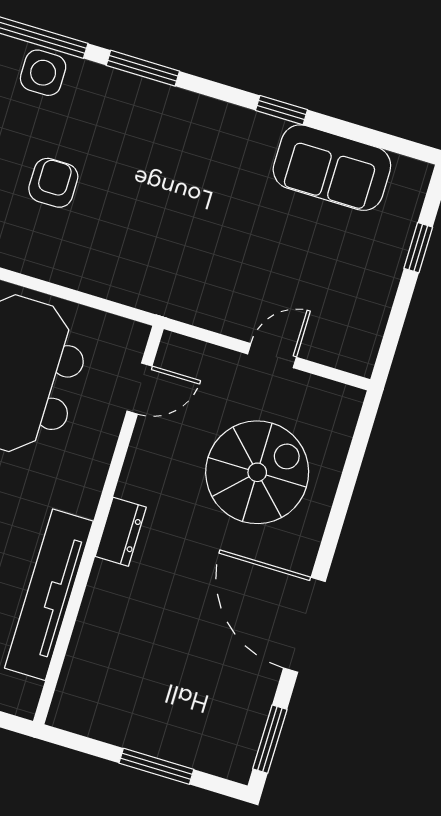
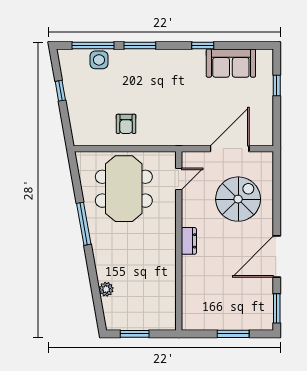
armchair: (53, 183) -> (126, 124), moved, turned 180
door: (272, 356) -> (230, 149), width x1.88
tv unit: (49, 595) -> (167, 276), removed
door: (304, 625) -> (277, 257), hinge flipped

